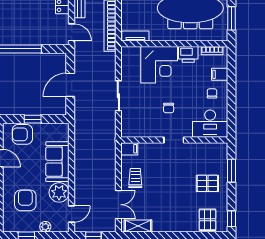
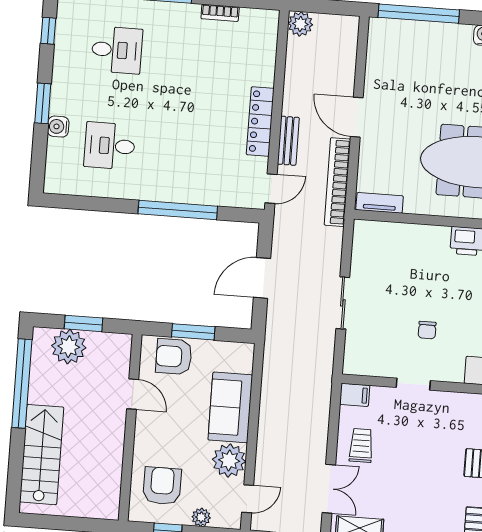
door: (72, 32) -> (271, 189), hinge flipped
corner desk: (159, 65) -> (416, 255), removed
window: (33, 119) -> (193, 332), width x1.50
doorway: (174, 140) -> (413, 384), moved
armchair: (25, 200) -> (162, 486), moved

